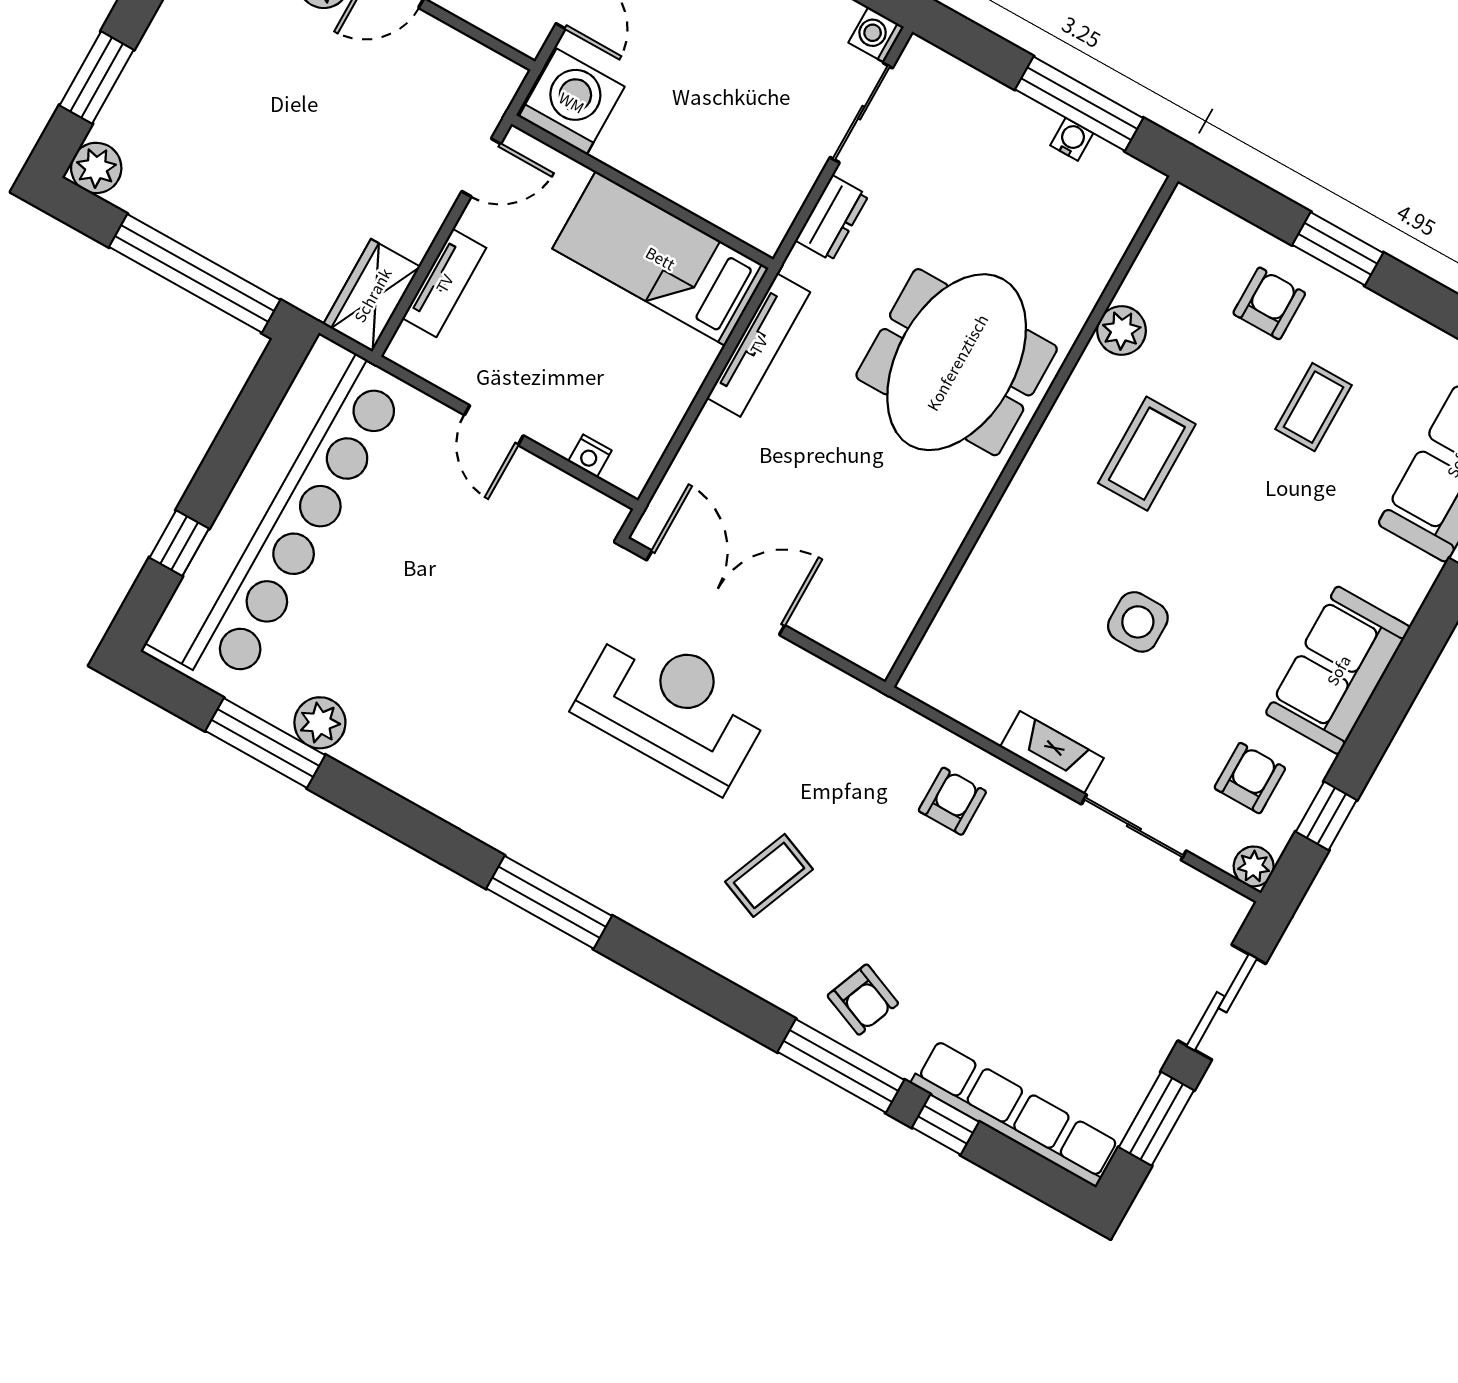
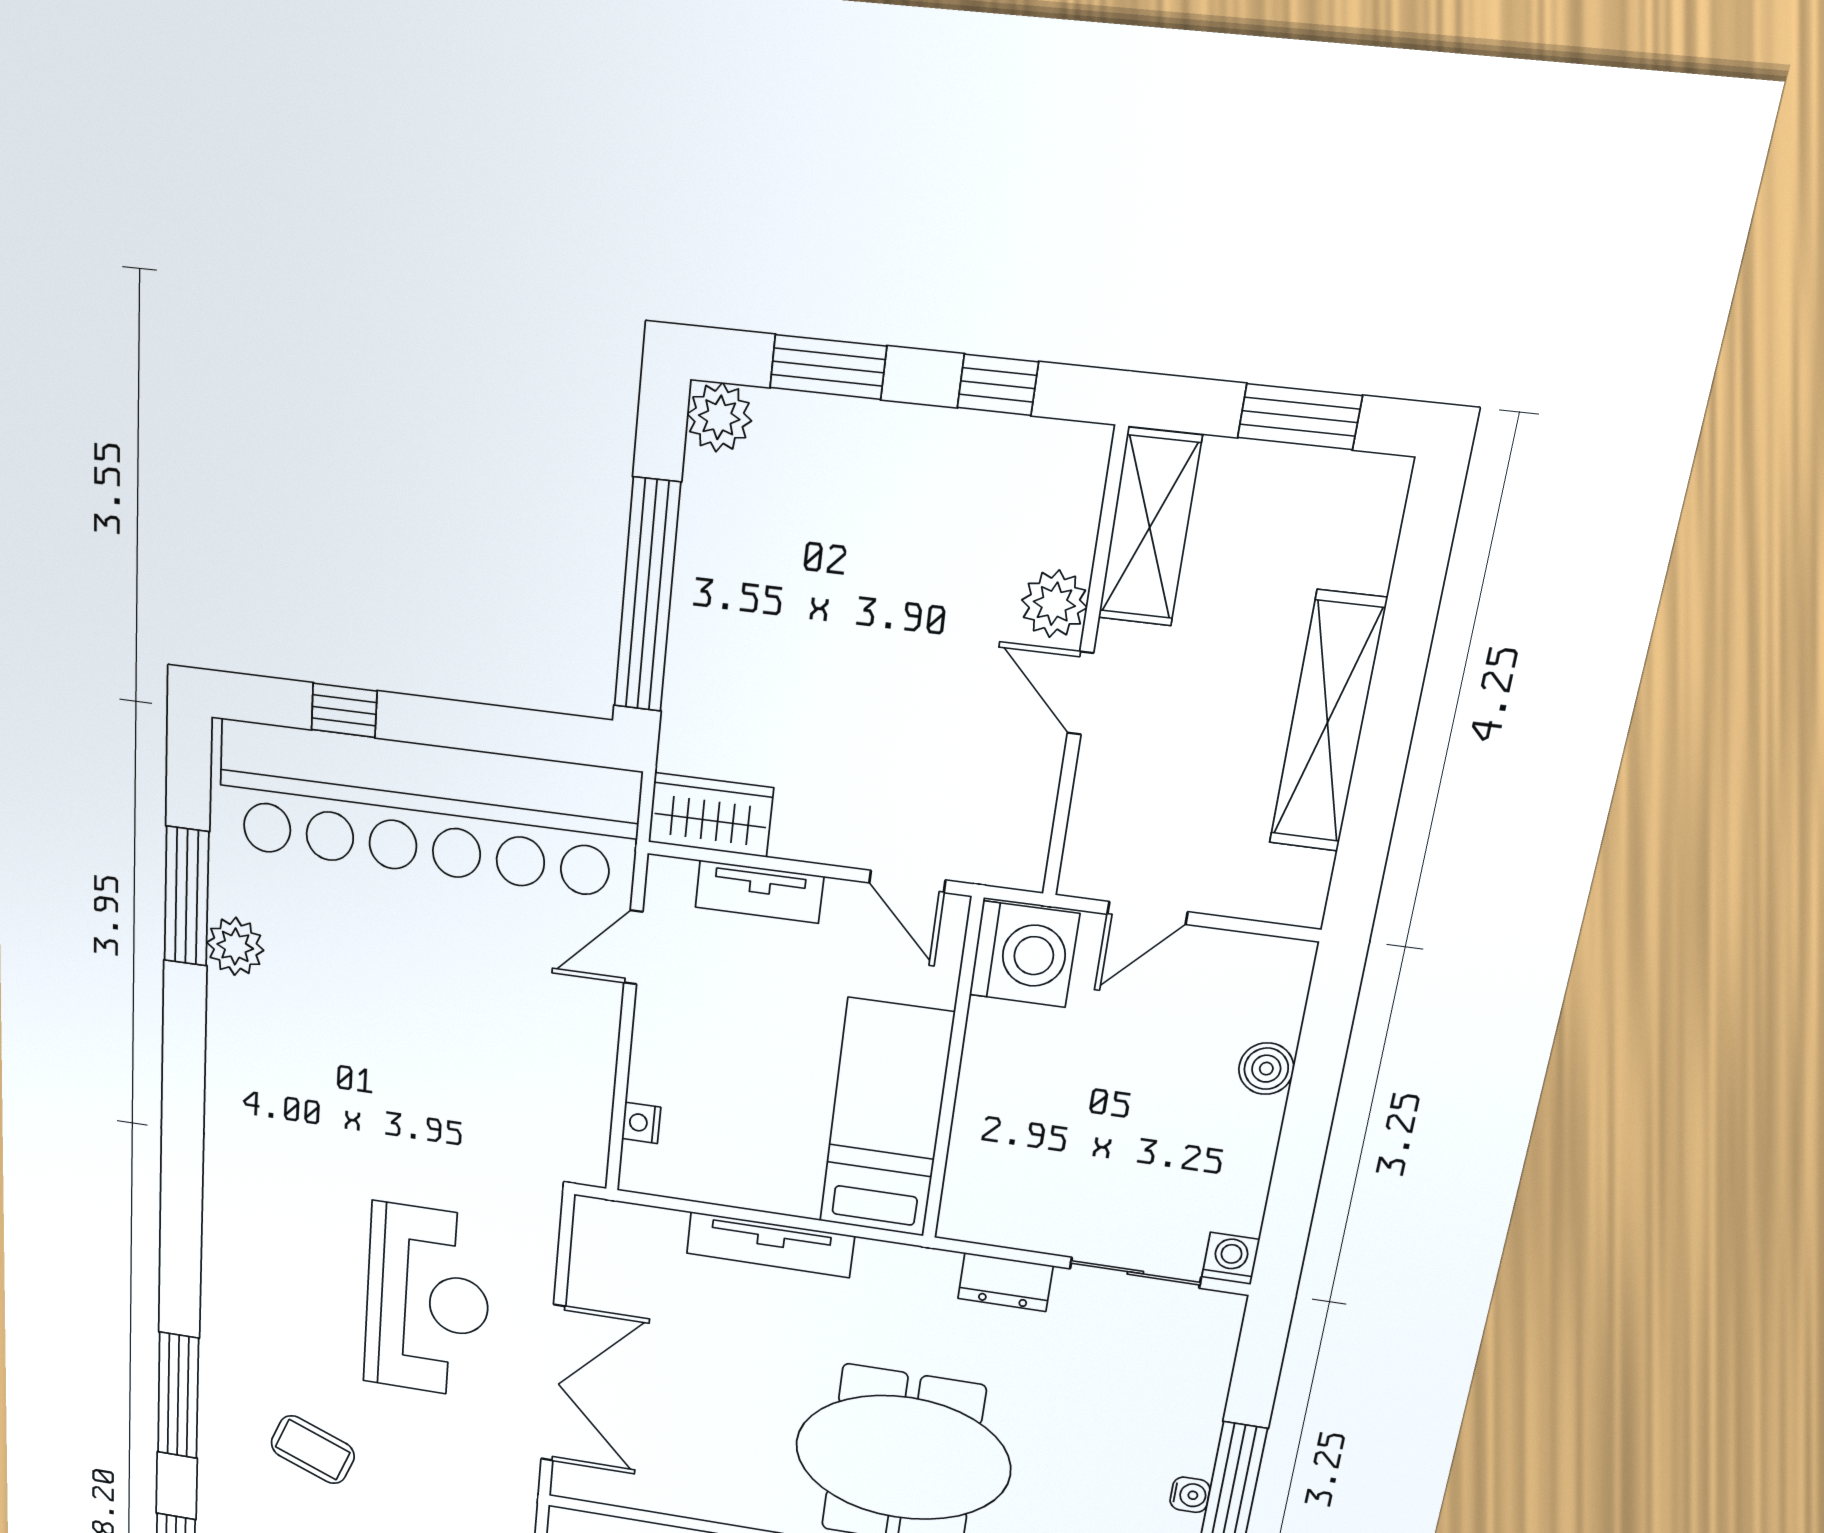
tv unit: (758, 345) -> (770, 1245), moved
door: (494, 425) -> (633, 947), moved
double door: (716, 593) -> (553, 1383), moved
window: (549, 902) -> (178, 1396), moved

